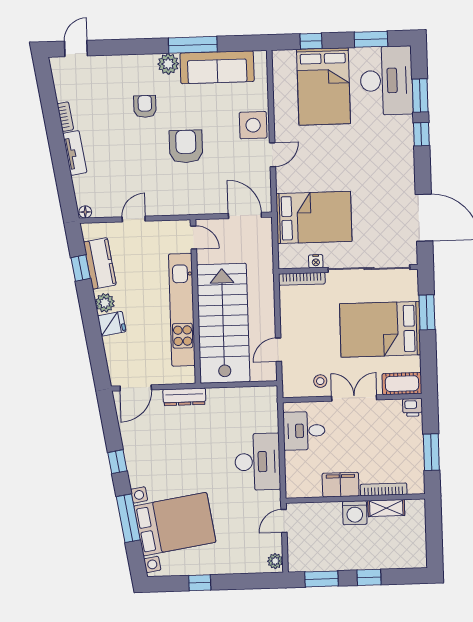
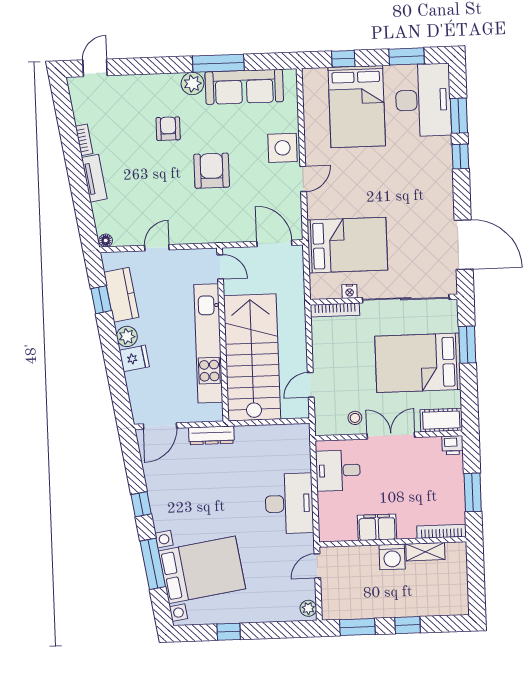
bookcase: (384, 489) -> (442, 531), moved

